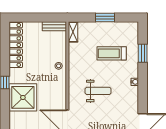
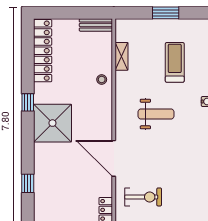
shelving: (73, 32) -> (122, 56), moved
treadmill: (112, 53) -> (175, 62), turned 90

